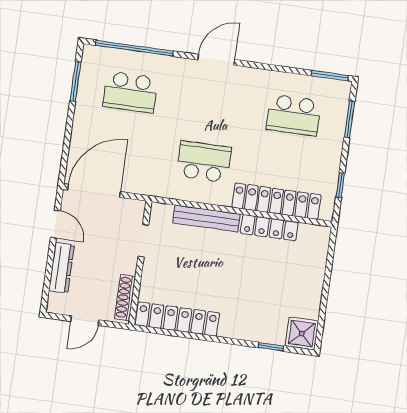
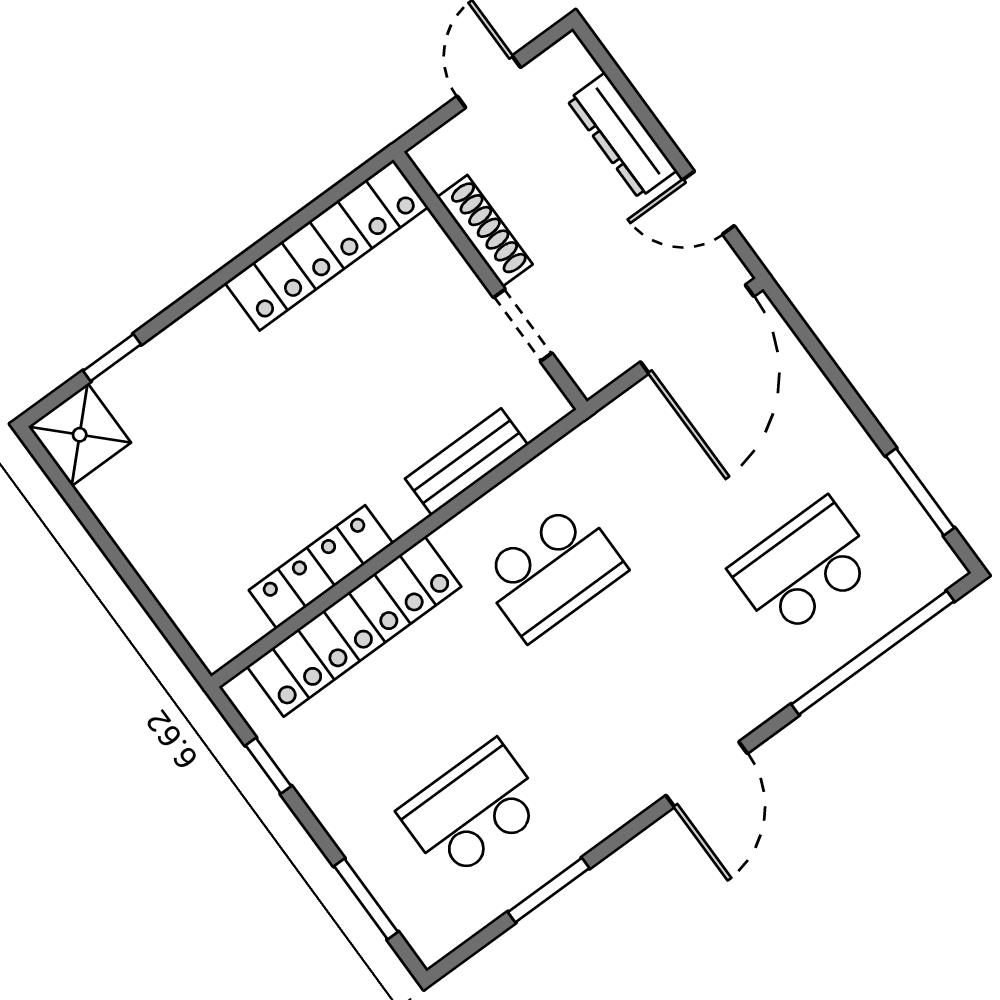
window: (330, 76) -> (549, 890), moved
bench: (206, 218) -> (466, 462), width x0.73
shoe rack: (125, 298) -> (485, 231), moved

